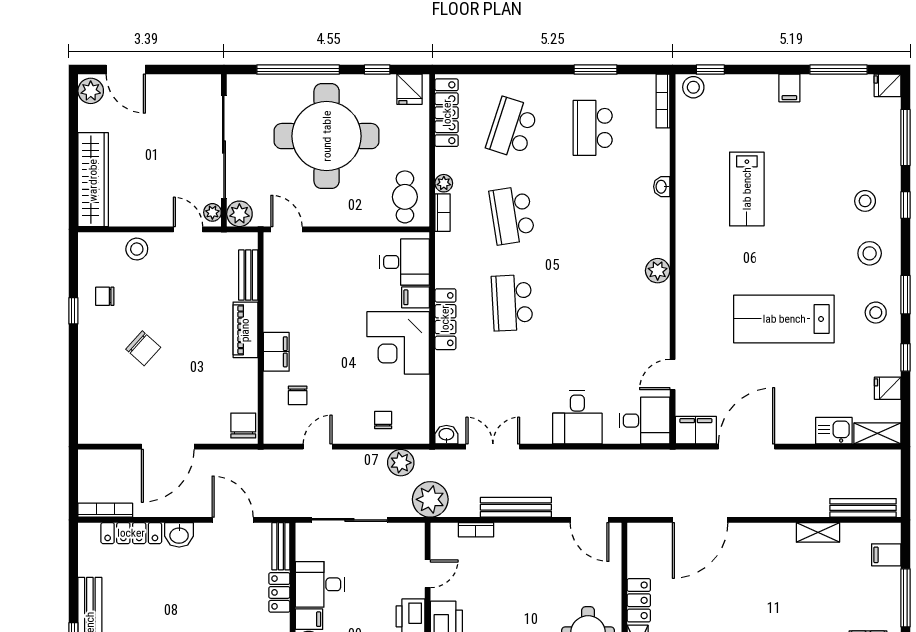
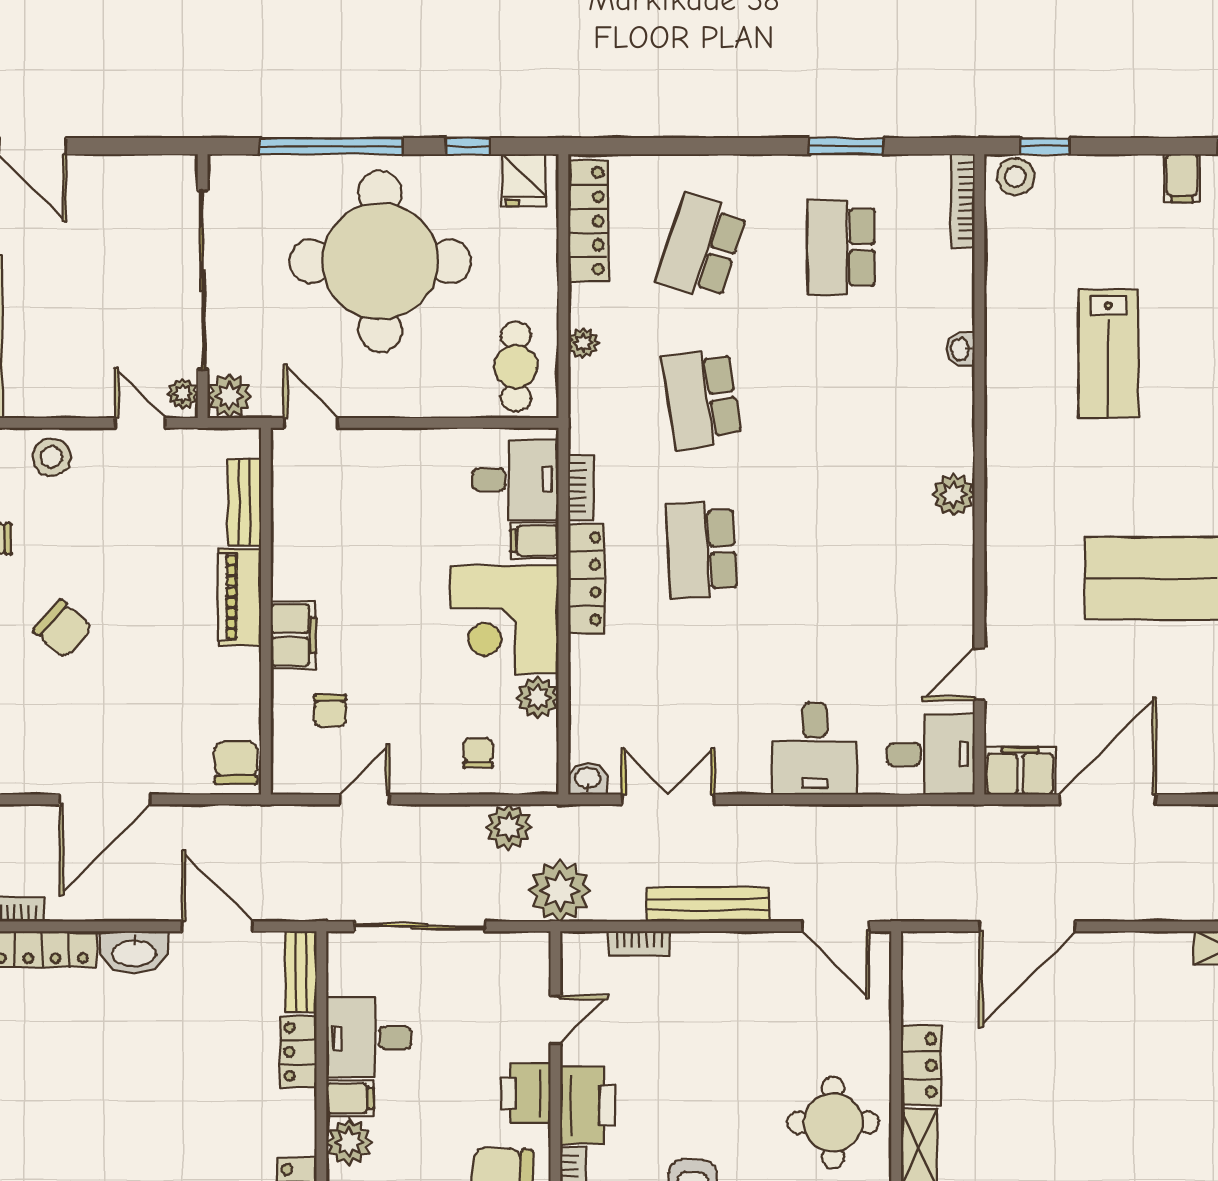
bookcase: (443, 213) -> (581, 488), moved
plant: (418, 388) -> (538, 698), added
washbasin: (179, 535) -> (134, 952), width x1.38

